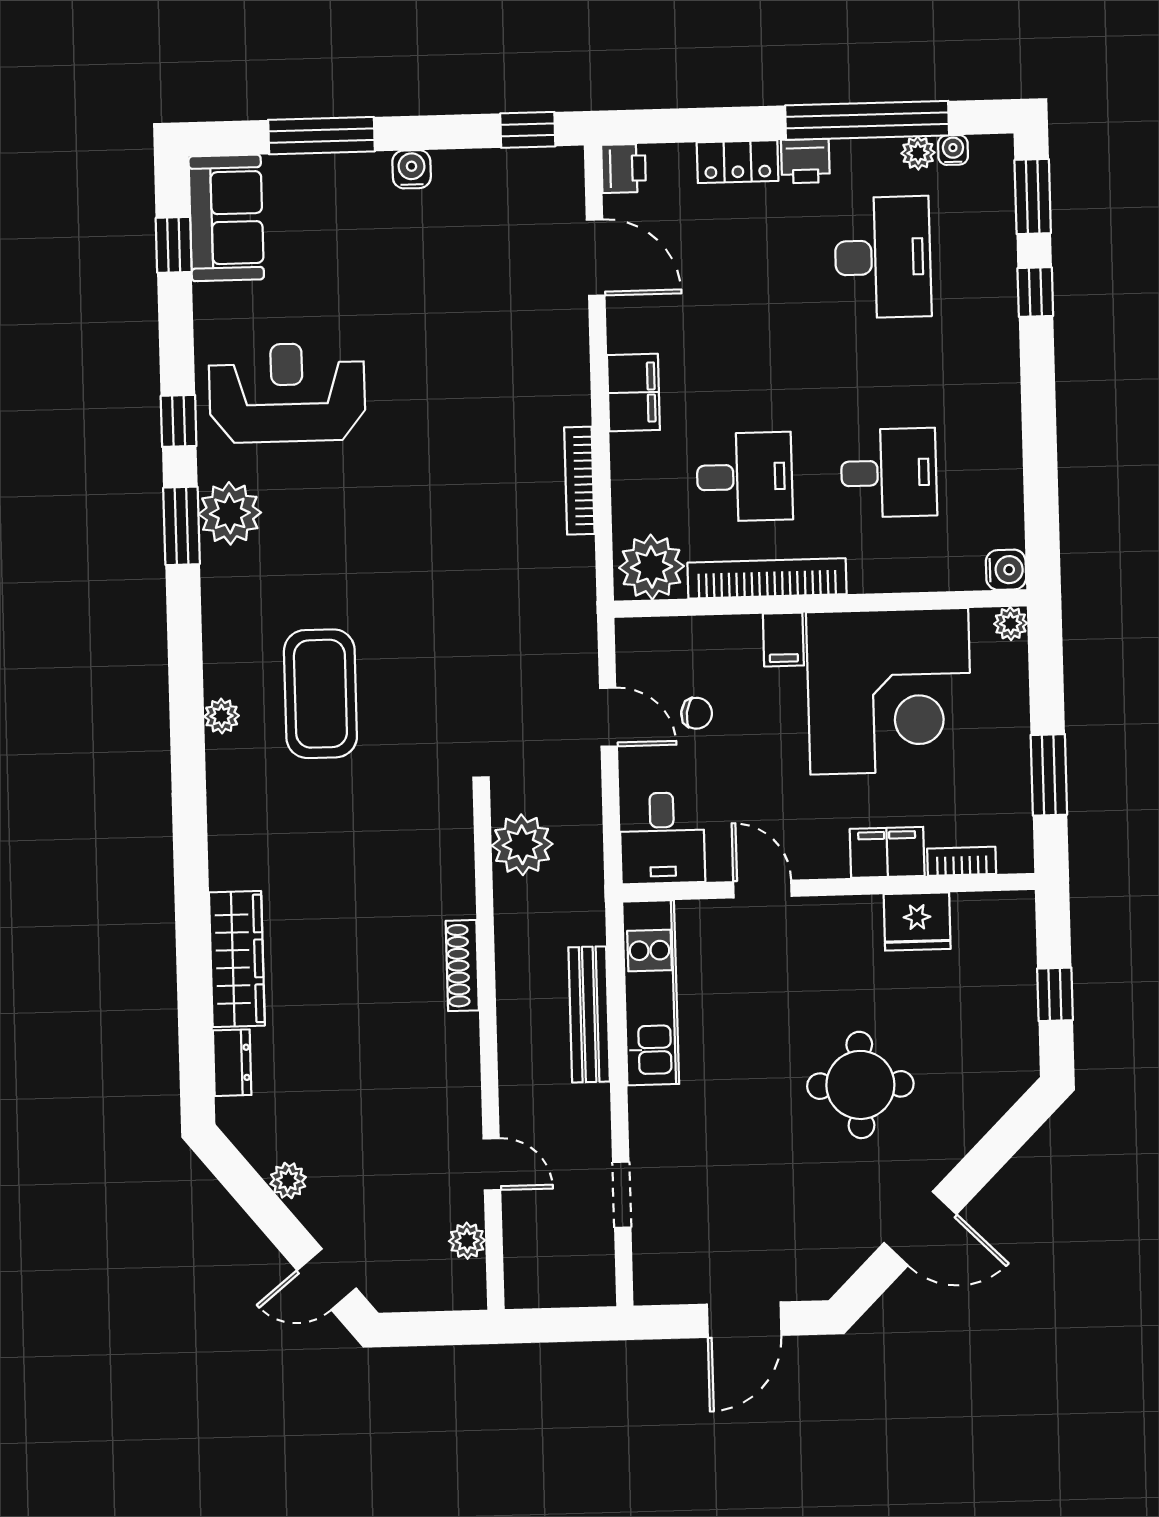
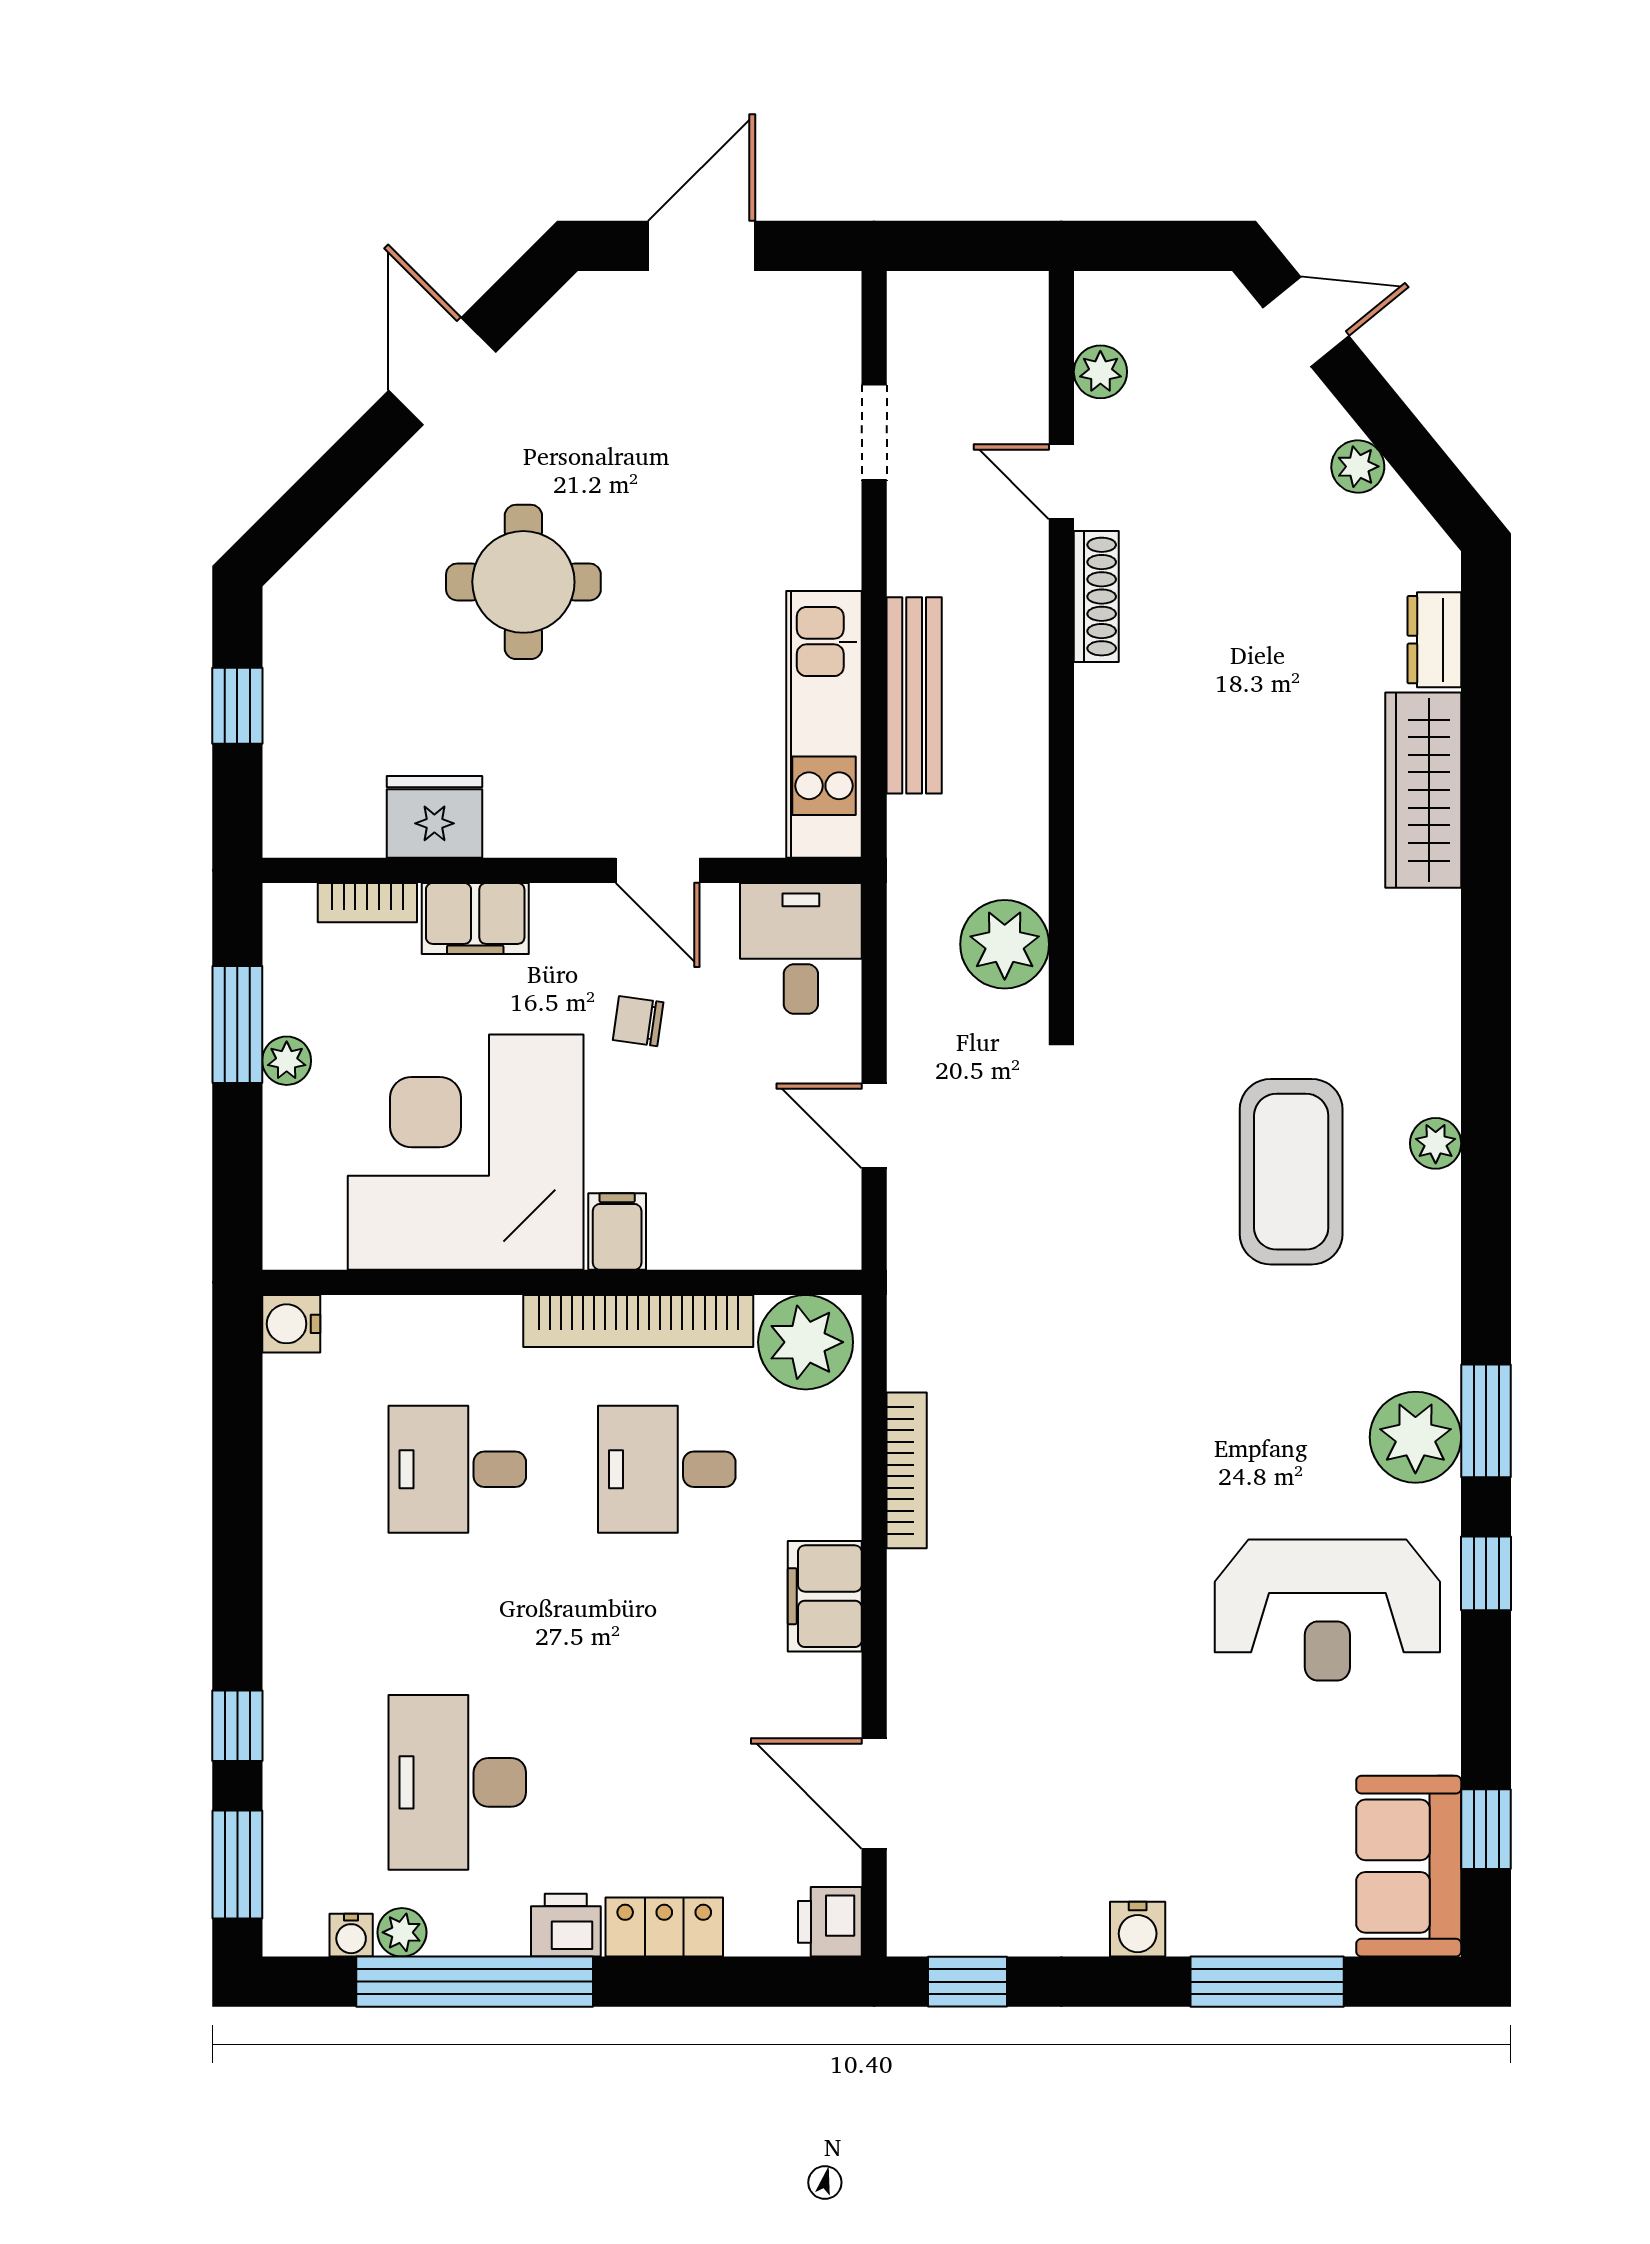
plant: (1011, 624) -> (287, 1061), moved
chair: (697, 713) -> (638, 1021), moved
shoe rack: (462, 966) -> (1096, 597), moved
door: (920, 1228) -> (442, 371), hinge flipped

